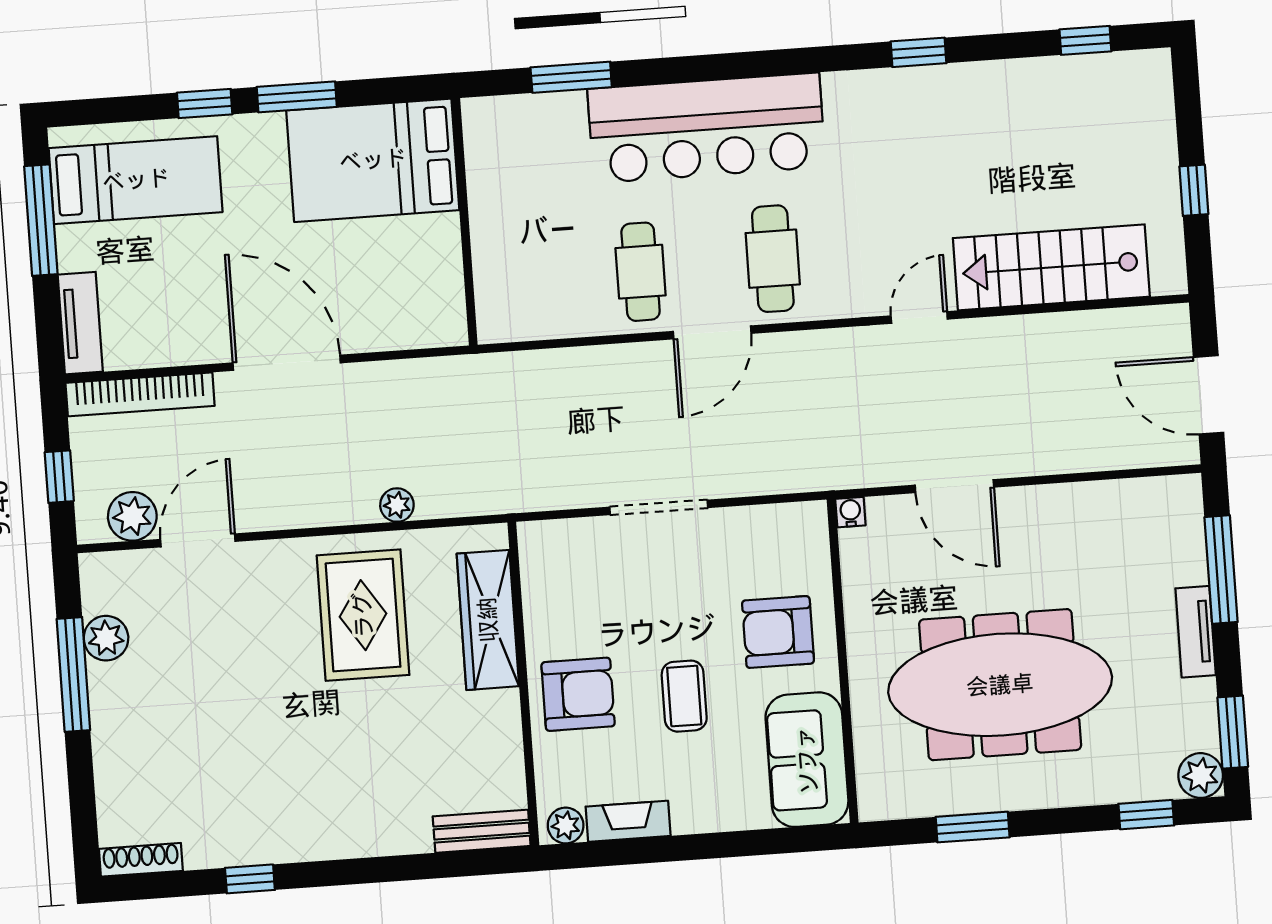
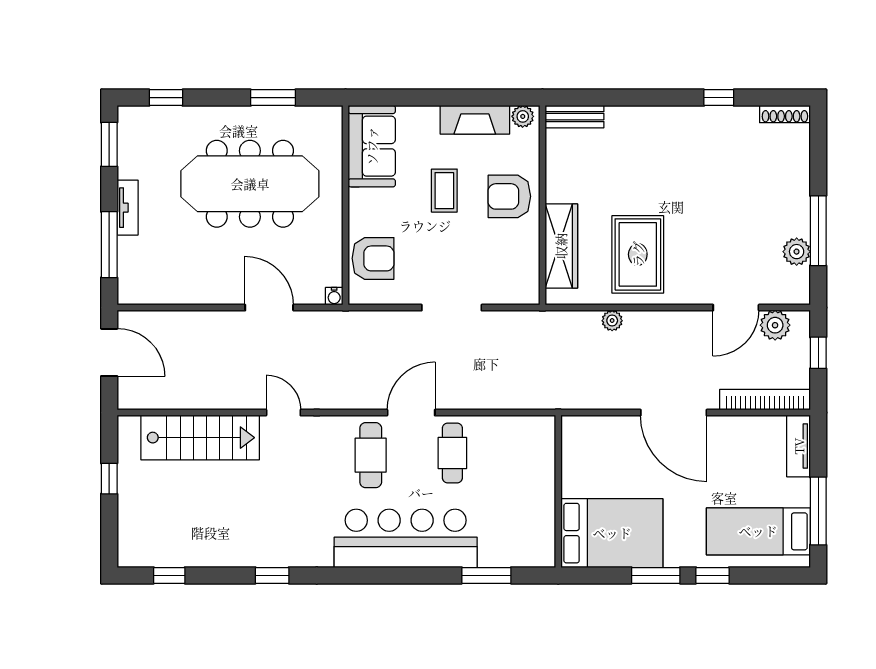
door: (919, 318) -> (283, 413), swing flipped
armchair: (778, 632) -> (373, 258), moved
plant: (1201, 776) -> (131, 119), removed
fireplace: (628, 821) -> (475, 120), width x1.37, depth x1.32

